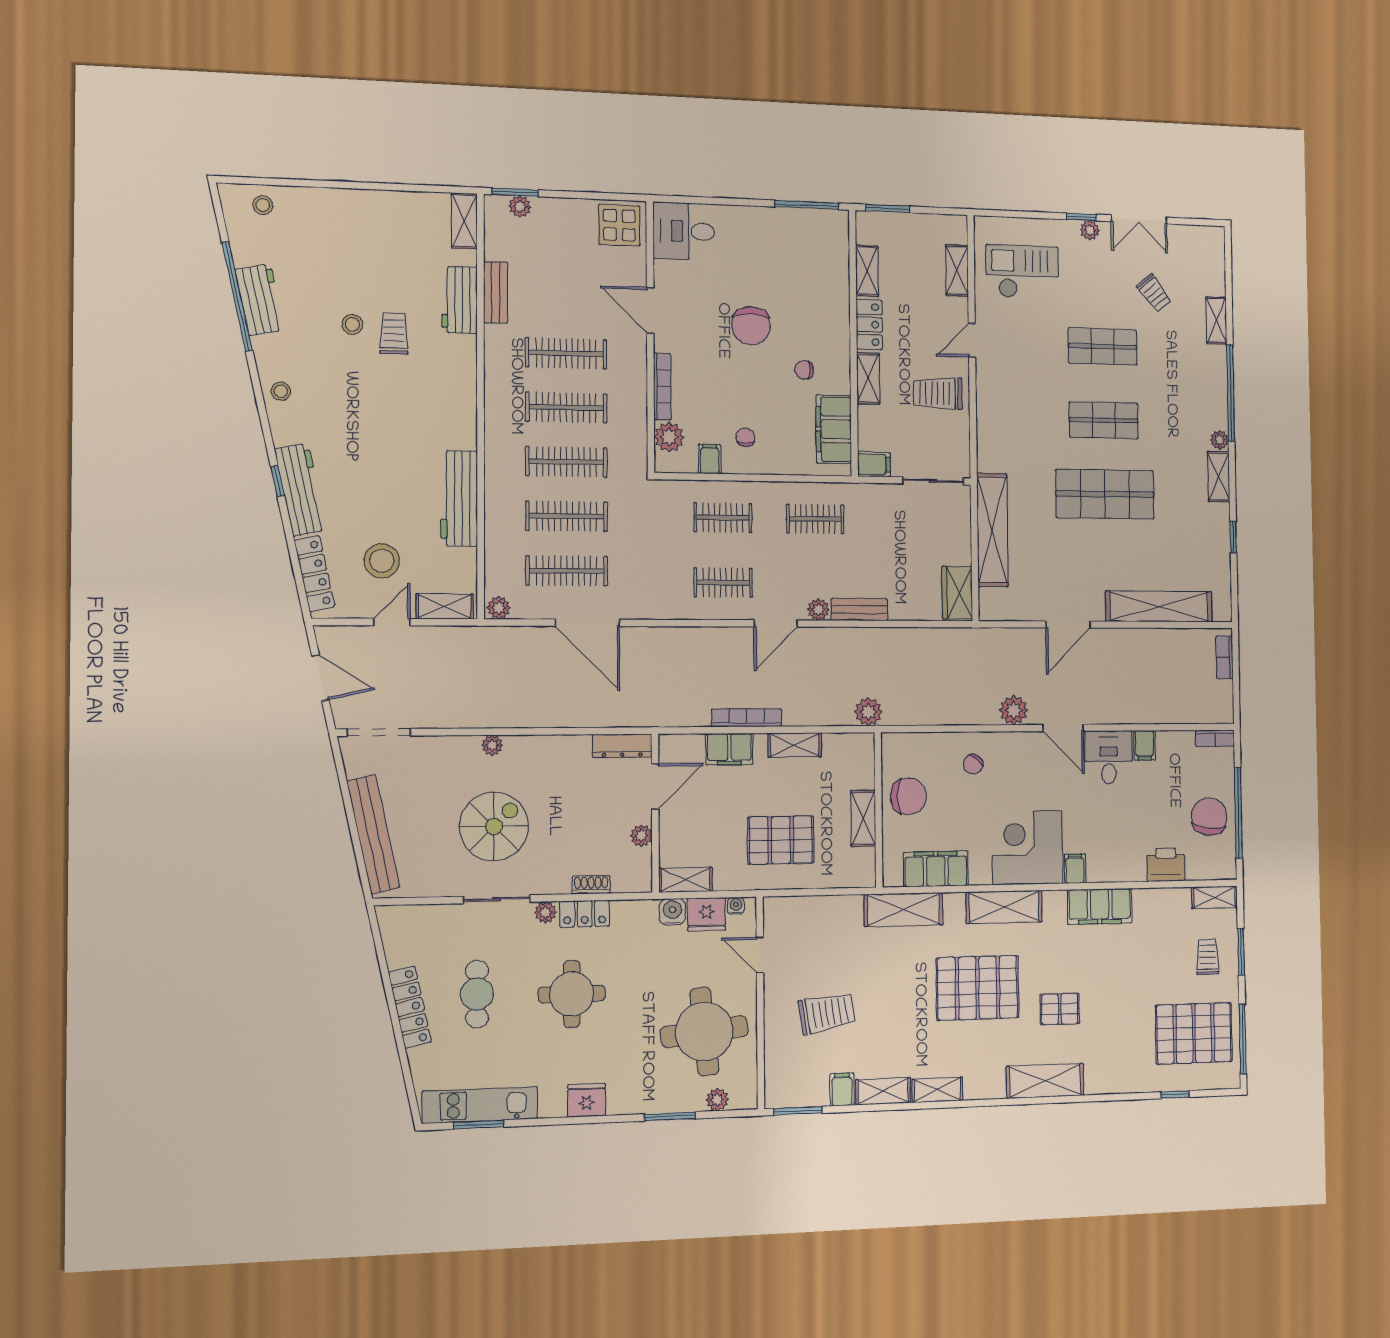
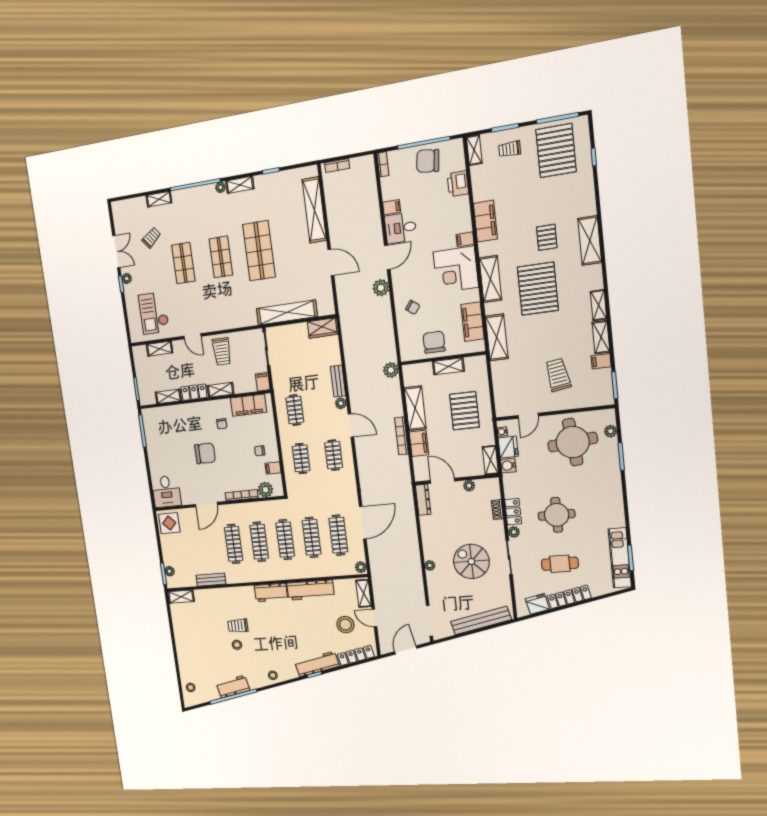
workbench: (460, 300) -> (271, 593), moved
shelving: (795, 745) -> (415, 408), width x1.50, depth x1.33
fridge: (587, 1100) -> (537, 604), moved, turned 78

